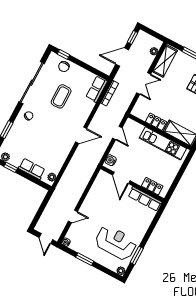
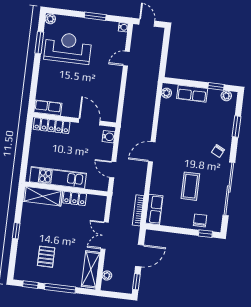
locker: (152, 186) -> (52, 126), width x1.53
row of seats: (145, 199) -> (48, 108), width x0.68
reception desk: (116, 243) -> (68, 48), turned 180

